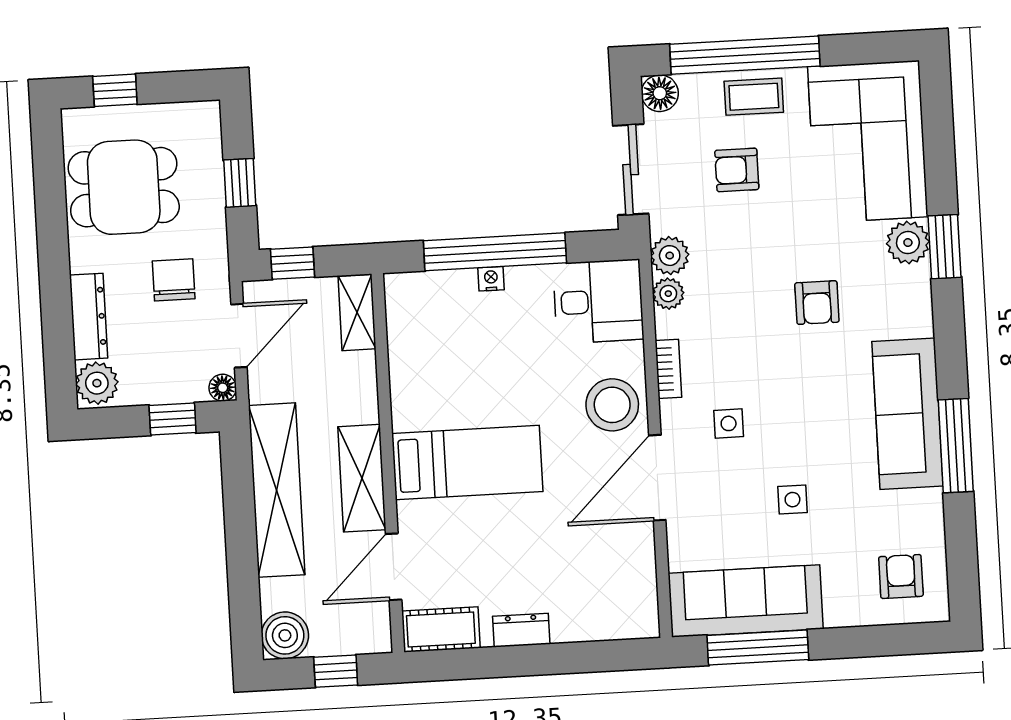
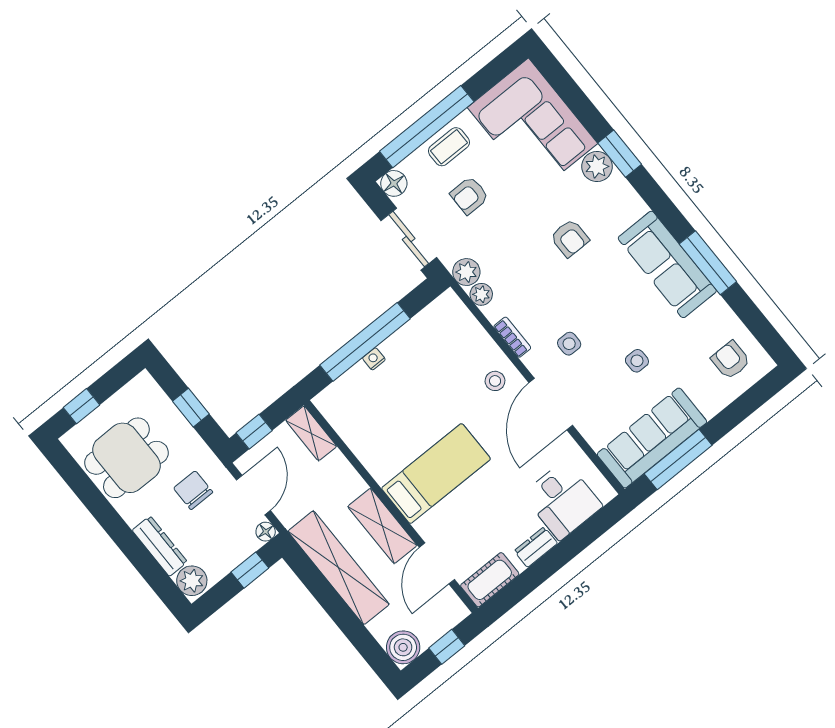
desk: (598, 301) -> (562, 500), moved, turned 90
stool: (612, 405) -> (495, 381), width x0.53, depth x0.53

